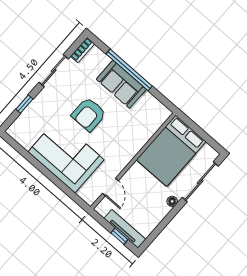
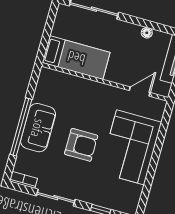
bed: (171, 151) -> (76, 58), width x0.67
floor lamp: (172, 201) -> (147, 33), moved

